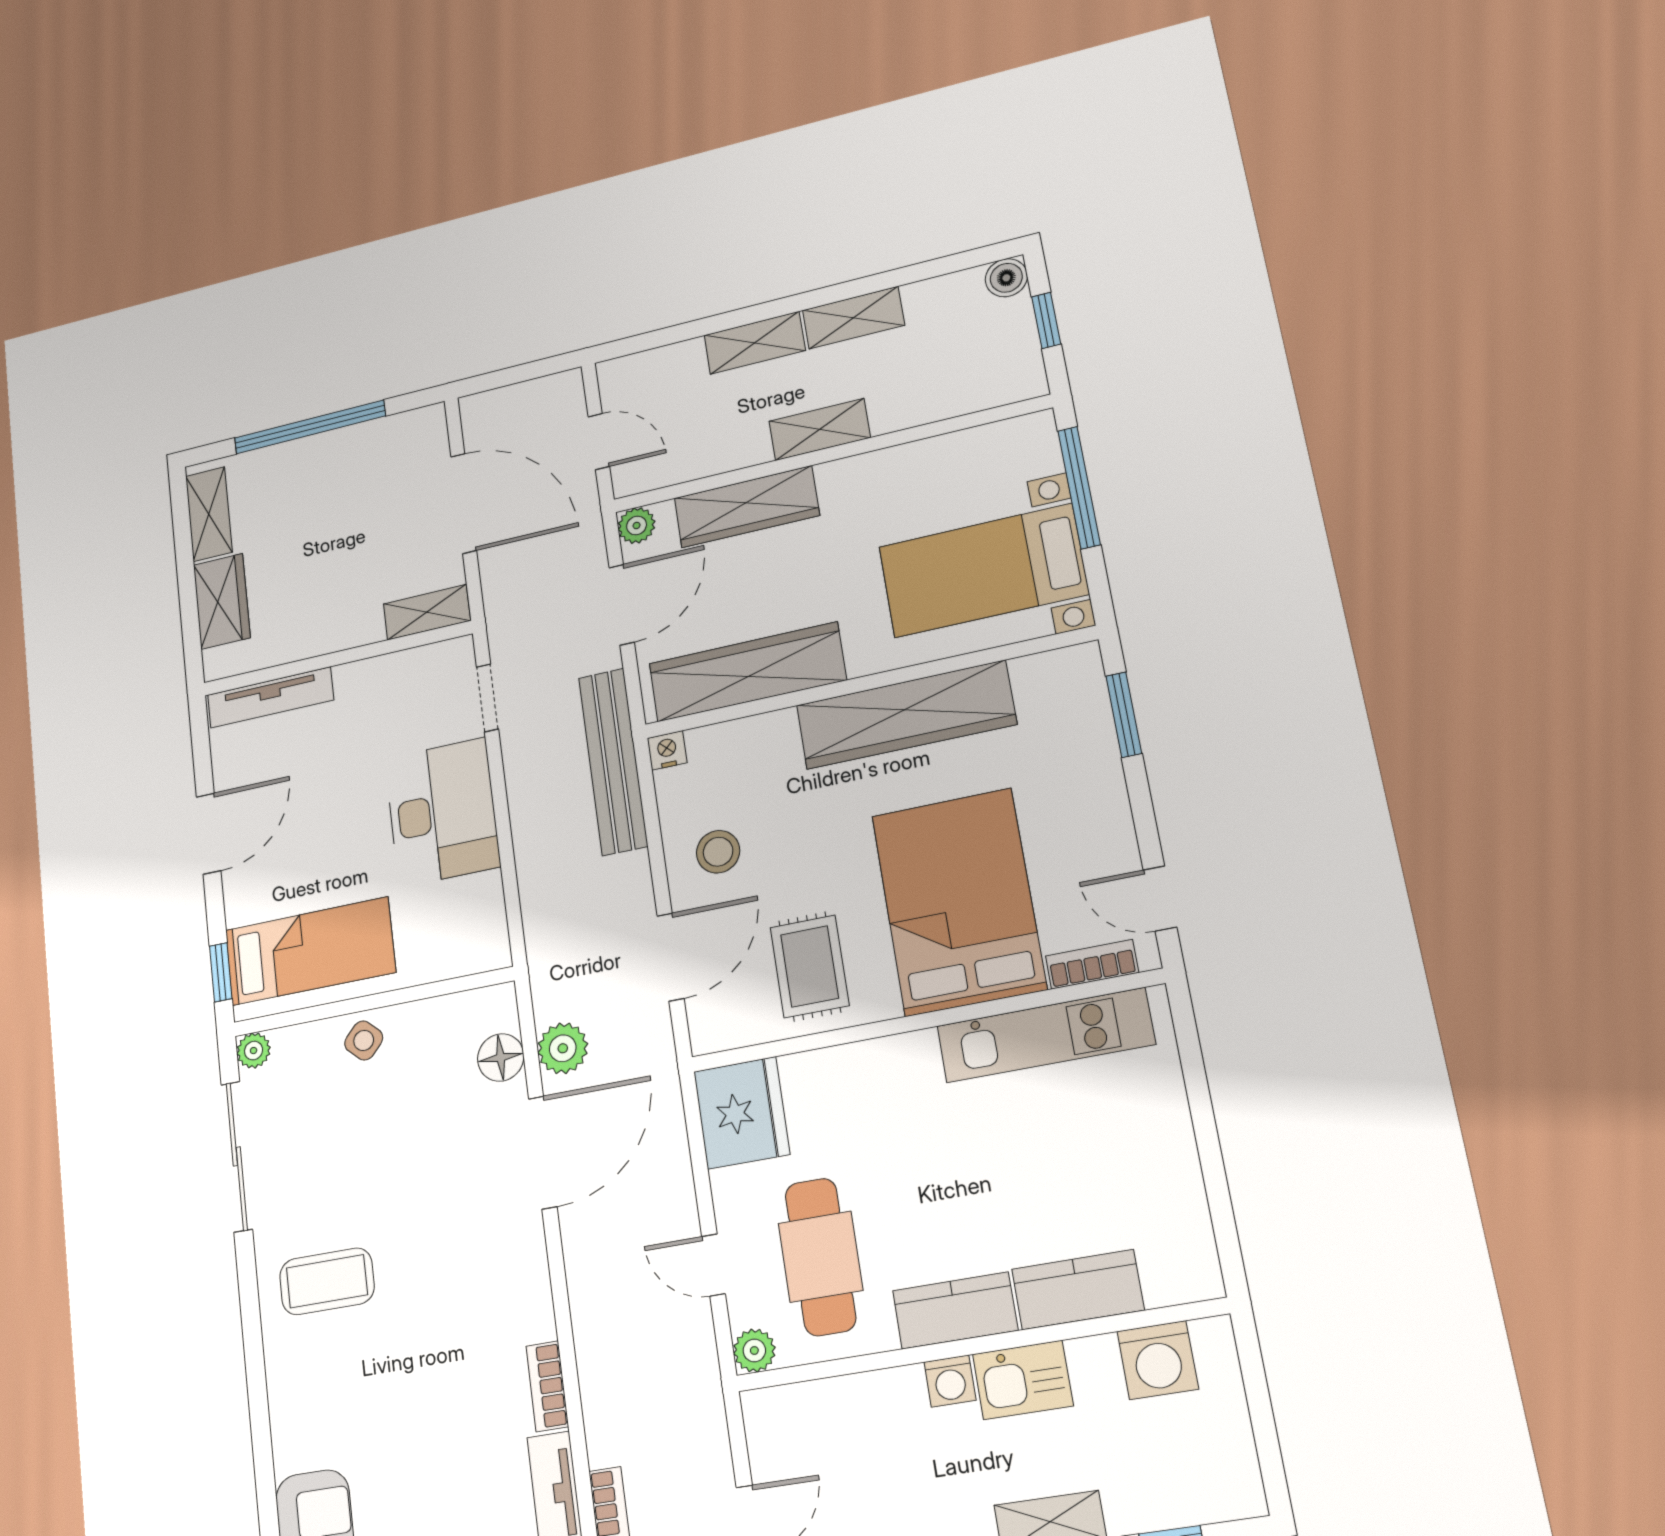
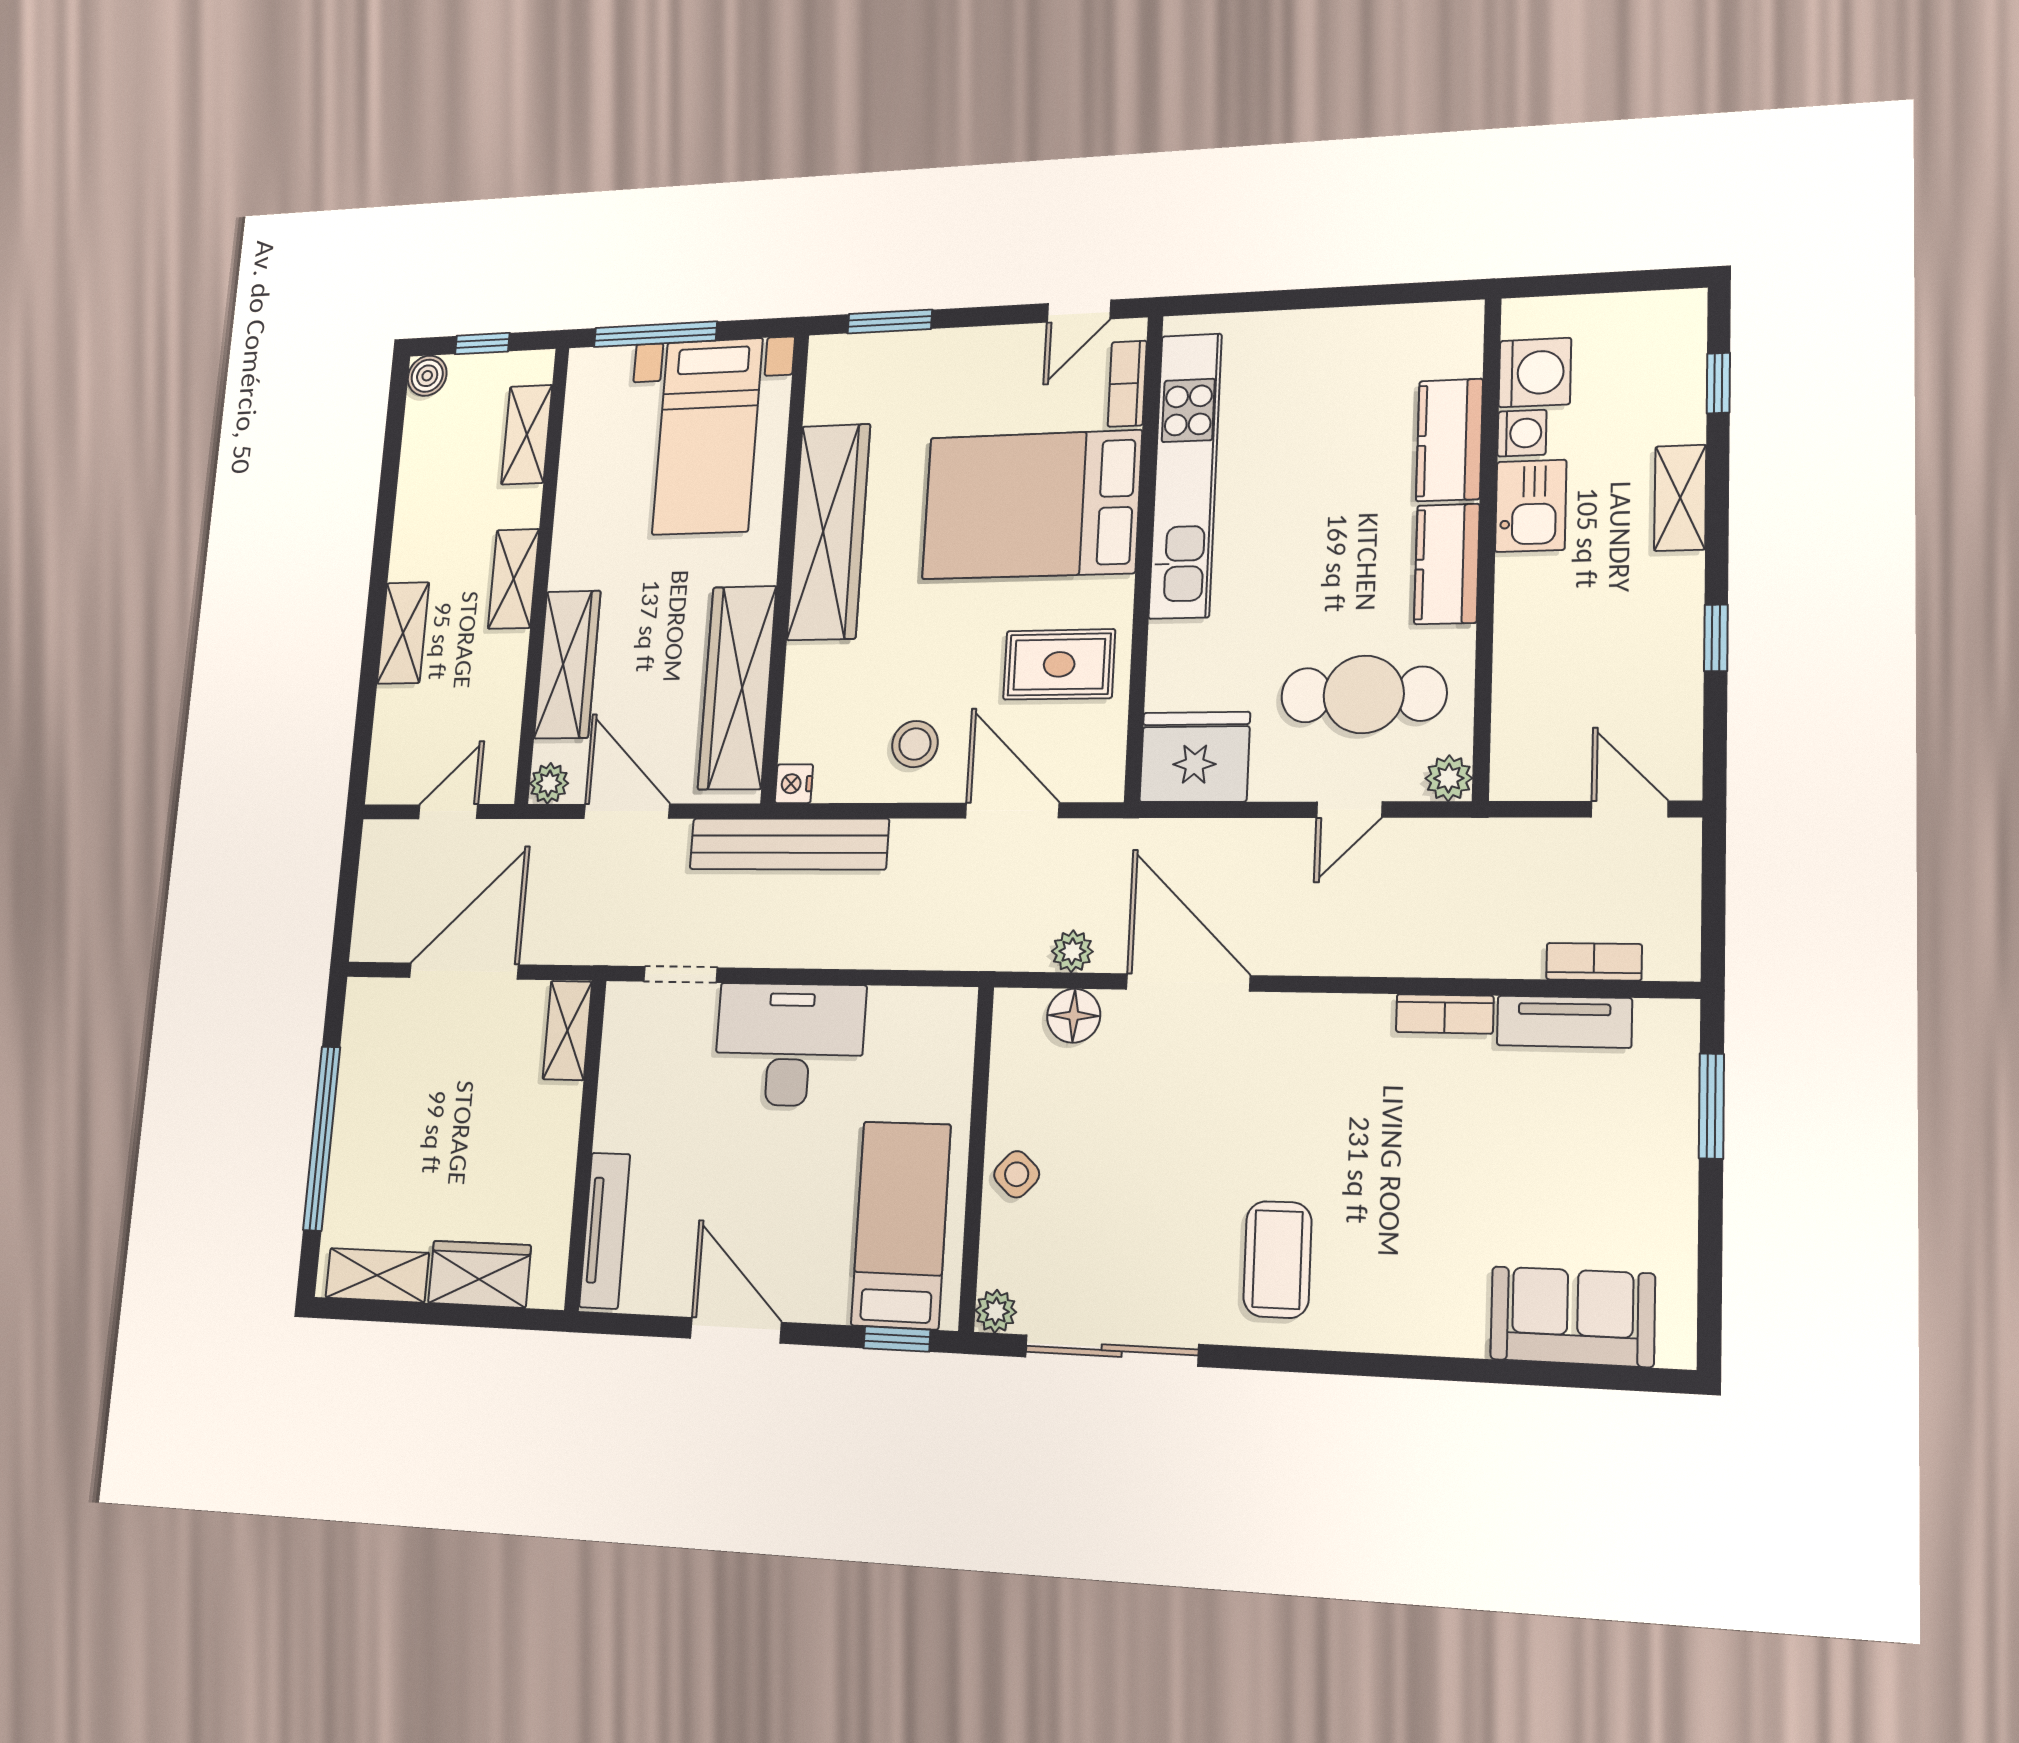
shelving: (853, 318) -> (527, 435), moved
kitchen unit: (1045, 1035) -> (1185, 475), width x1.36
plant: (563, 1048) -> (1072, 951), width x0.73, depth x0.73
washing machine: (950, 1381) -> (1522, 433), moved

